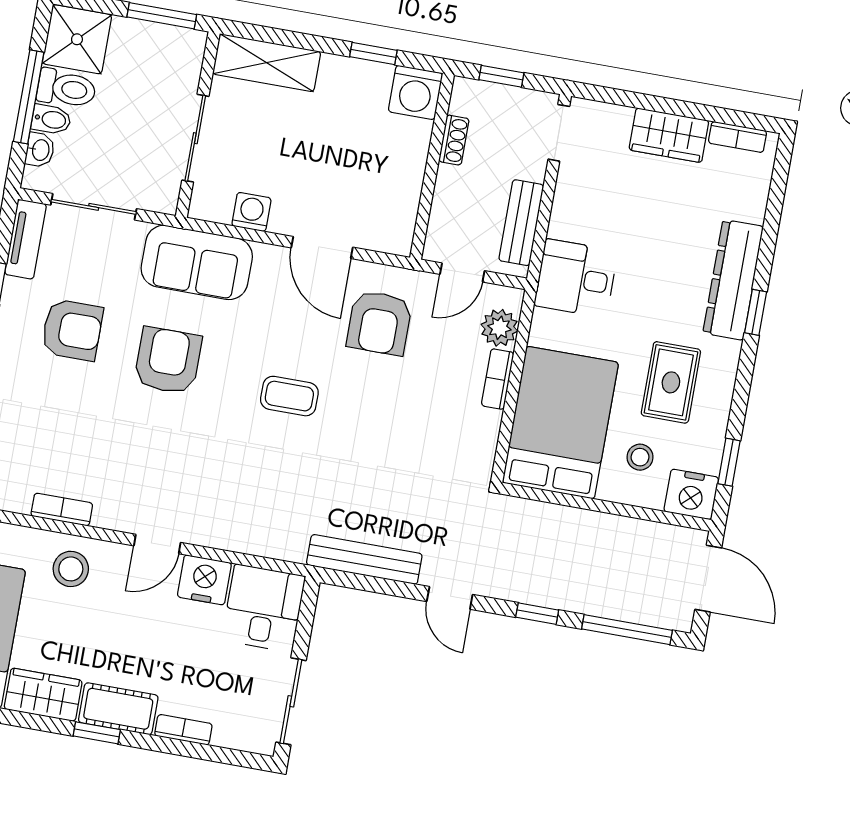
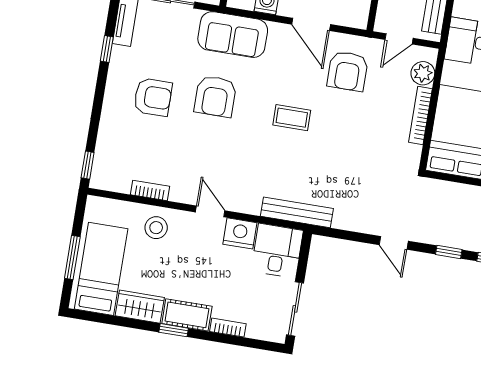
armchair: (72, 330) -> (153, 97), moved
armchair: (168, 361) -> (215, 96), turned 180
bookcase: (498, 379) -> (420, 115), width x1.56
door: (157, 544) -> (210, 211), swing flipped
bench: (364, 559) -> (297, 212), moved

